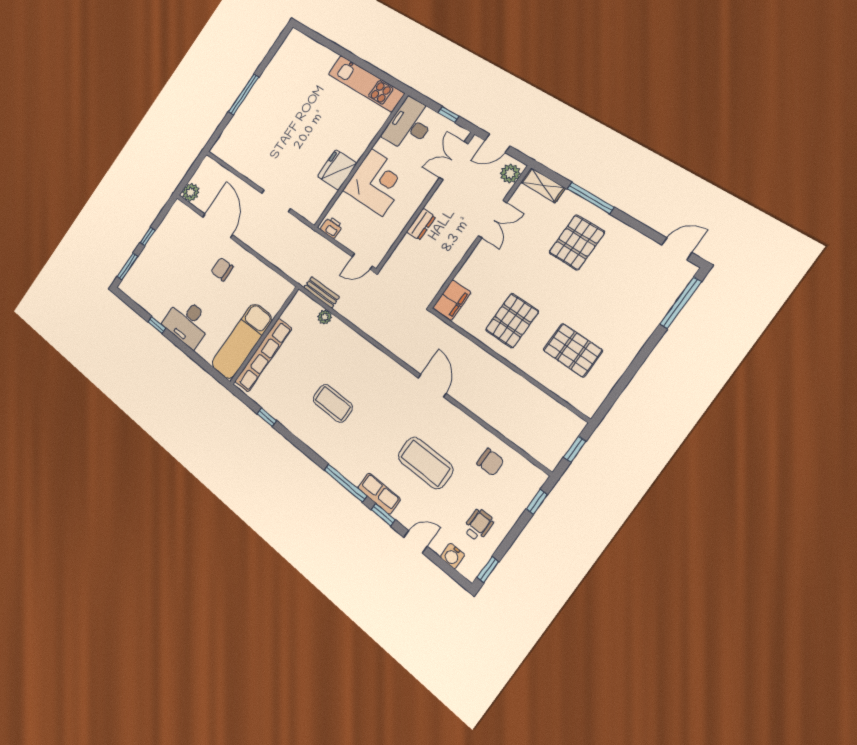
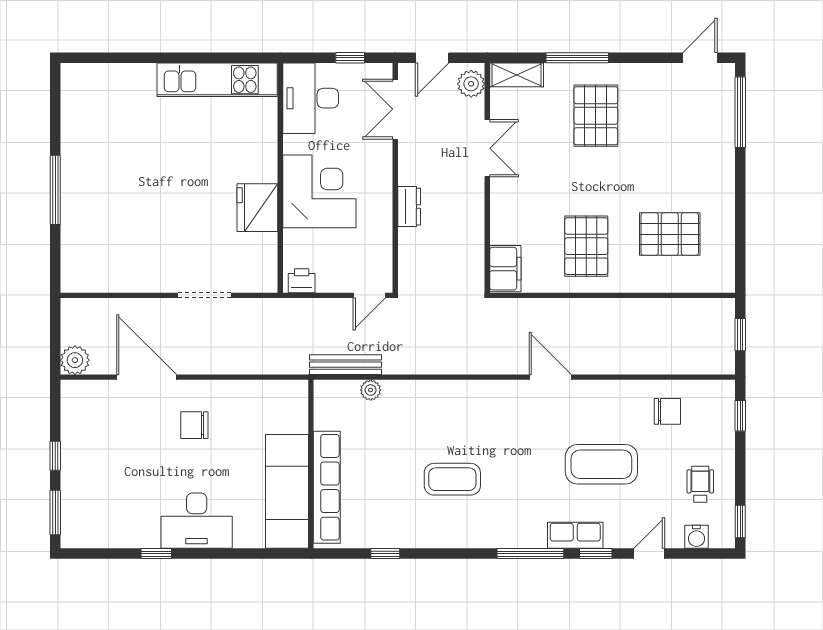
bench: (322, 292) -> (346, 365), width x1.36

